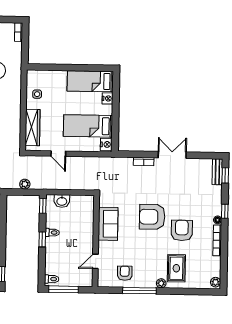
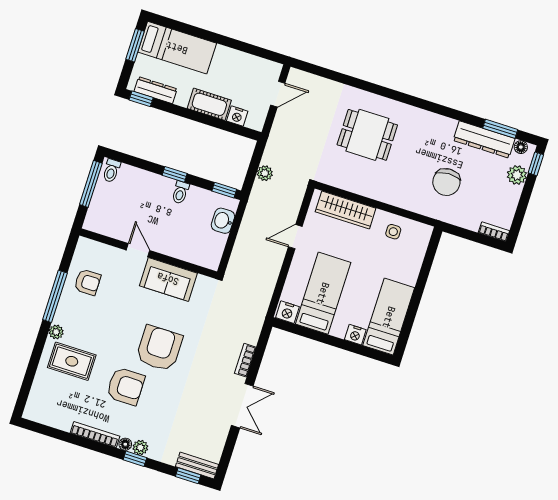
door: (95, 261) -> (138, 250), moved
plant: (216, 282) -> (140, 447), moved

